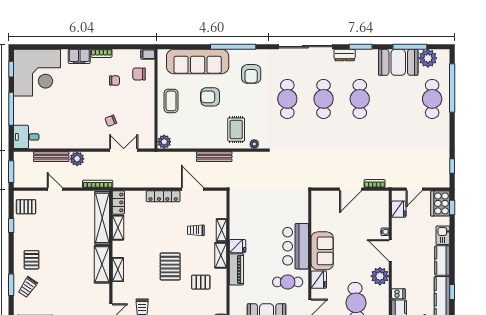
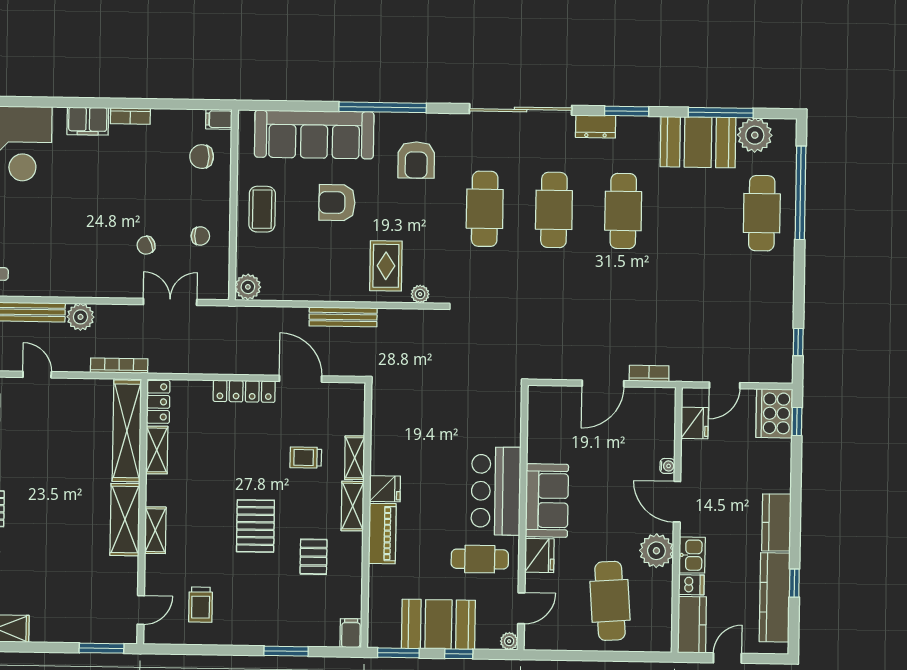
chair: (114, 81) -> (200, 236), moved
kitchen sink: (443, 235) -> (692, 555), moved, turned 180
pallet: (201, 282) -> (314, 557), turned 90

